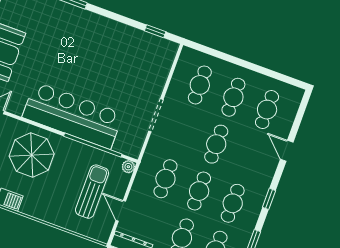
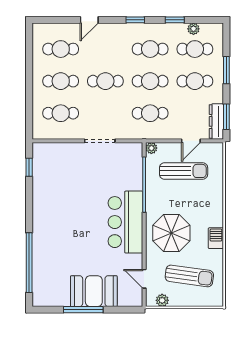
bar counter: (73, 115) -> (125, 222), width x0.73
sun lounger: (92, 192) -> (184, 171), turned 180

